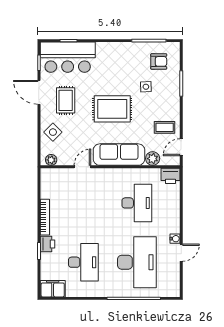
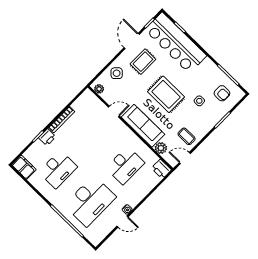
bar counter: (68, 57) -> (176, 43), width x1.36

